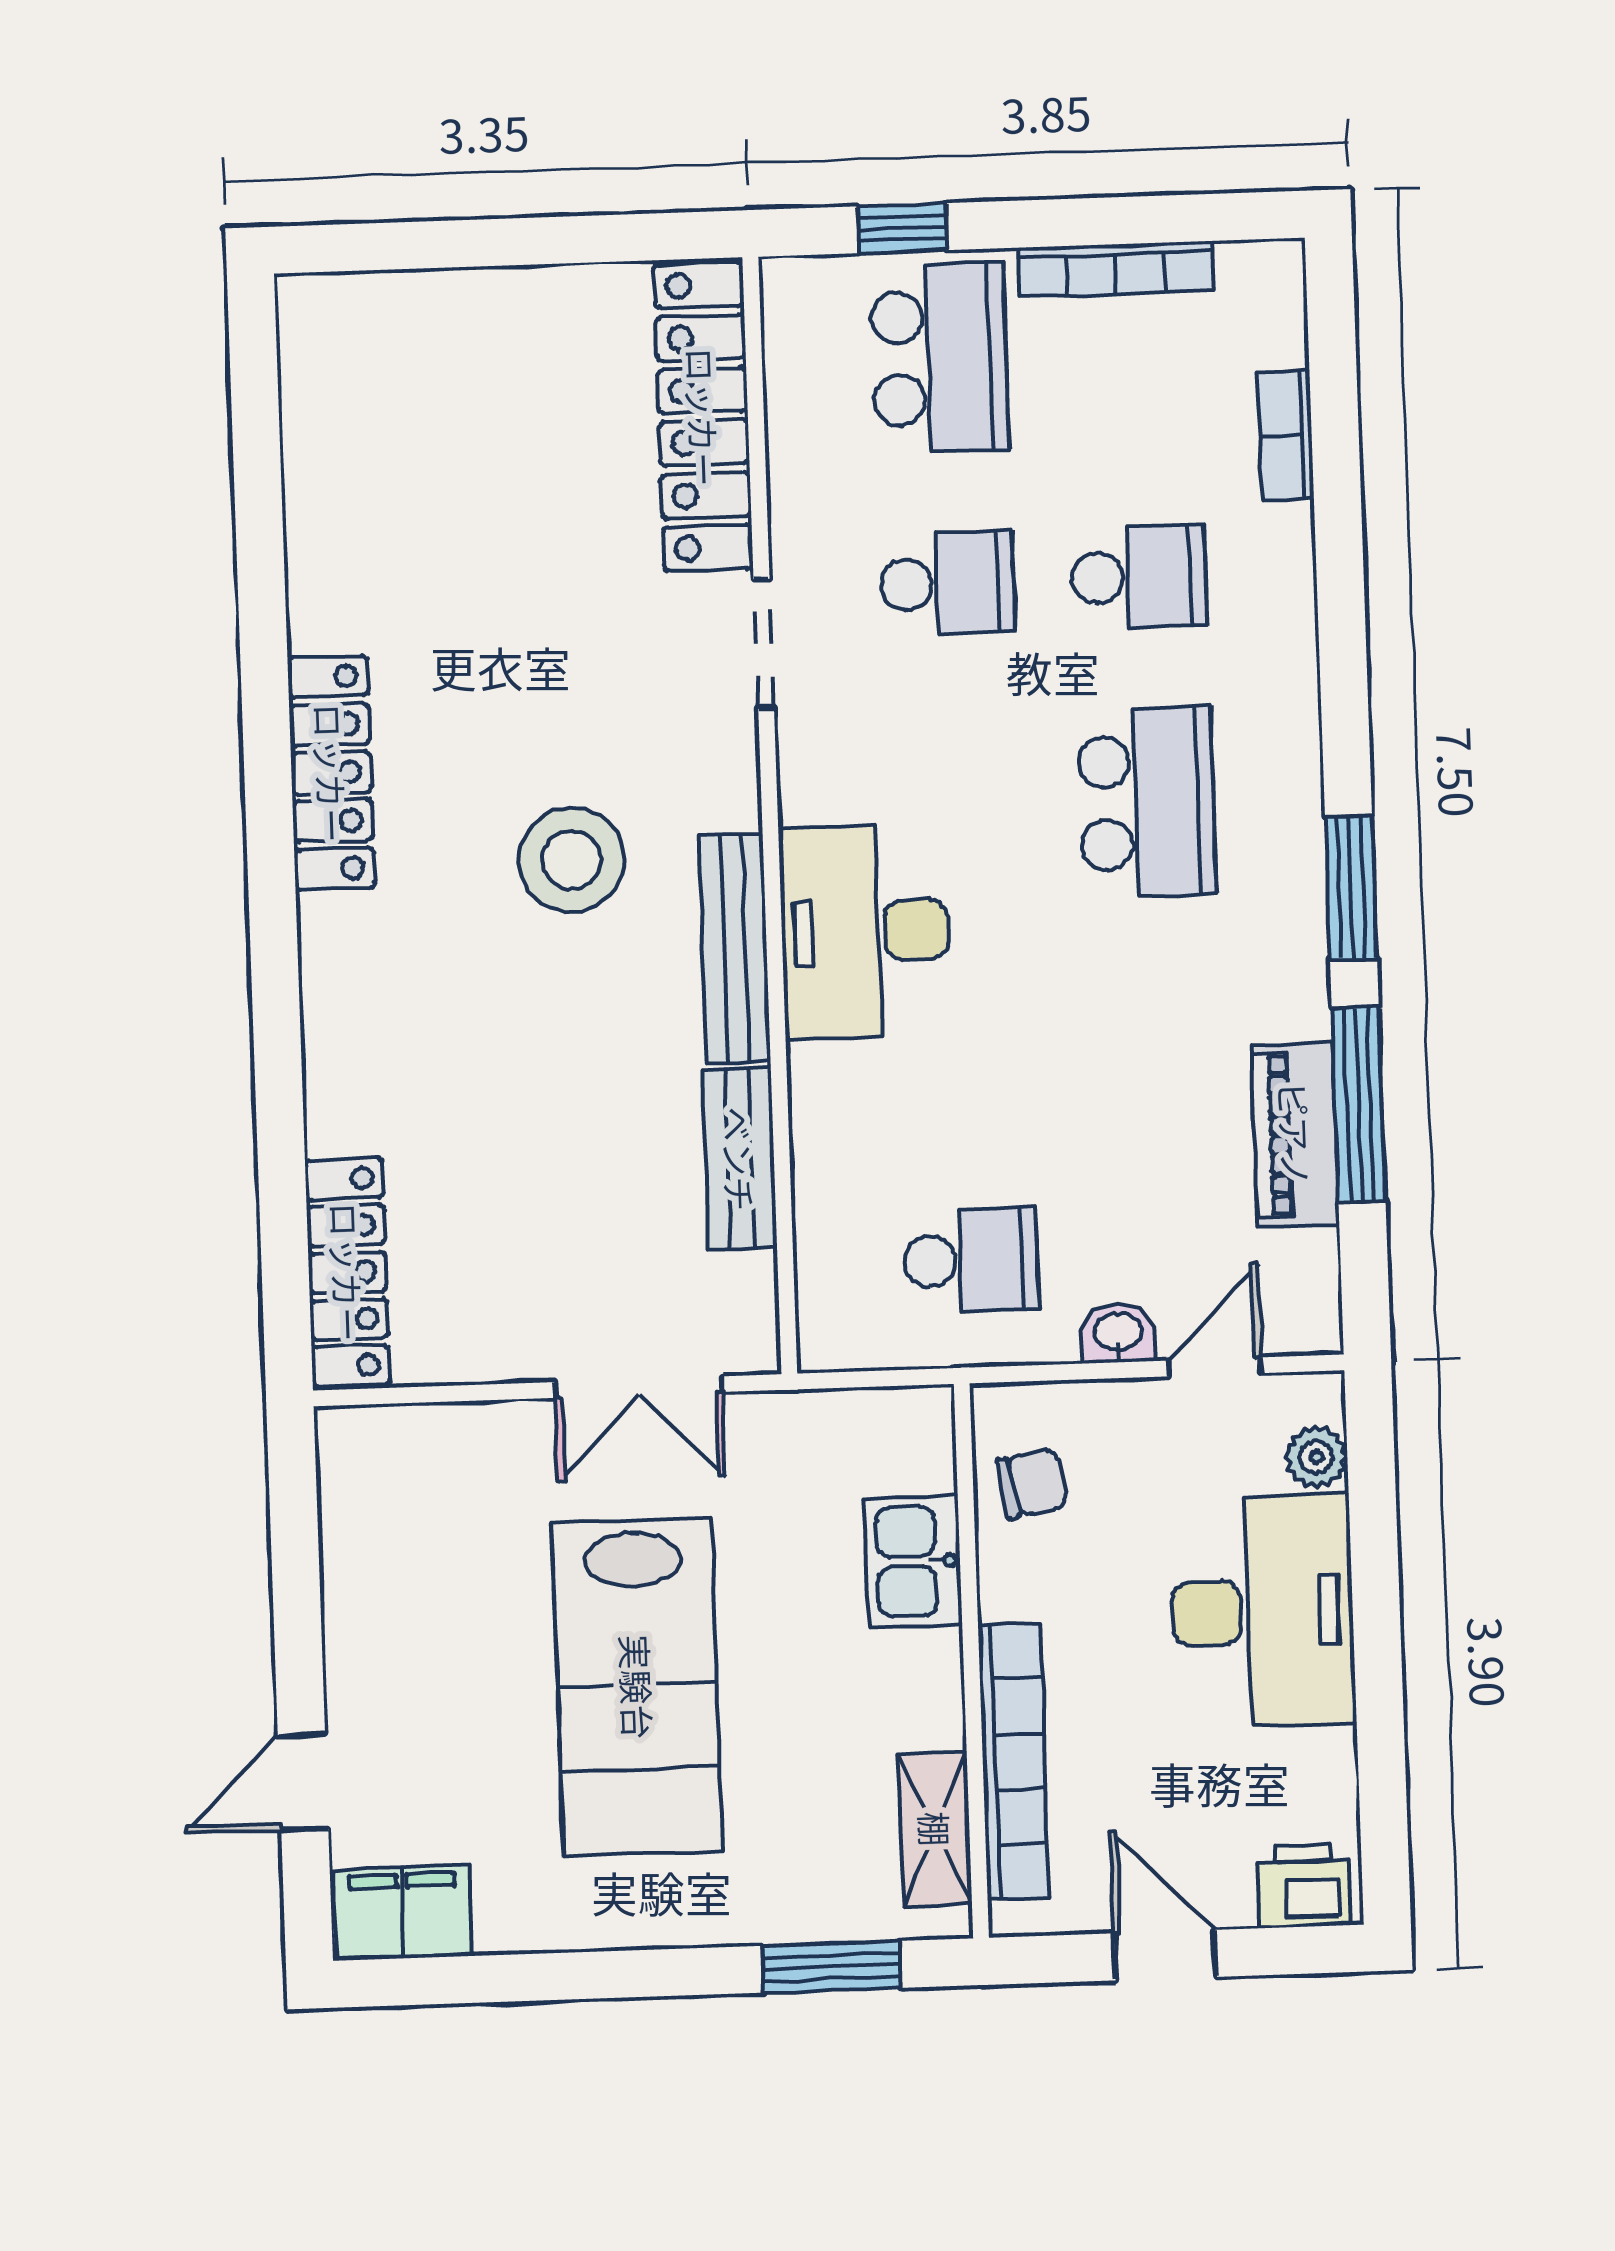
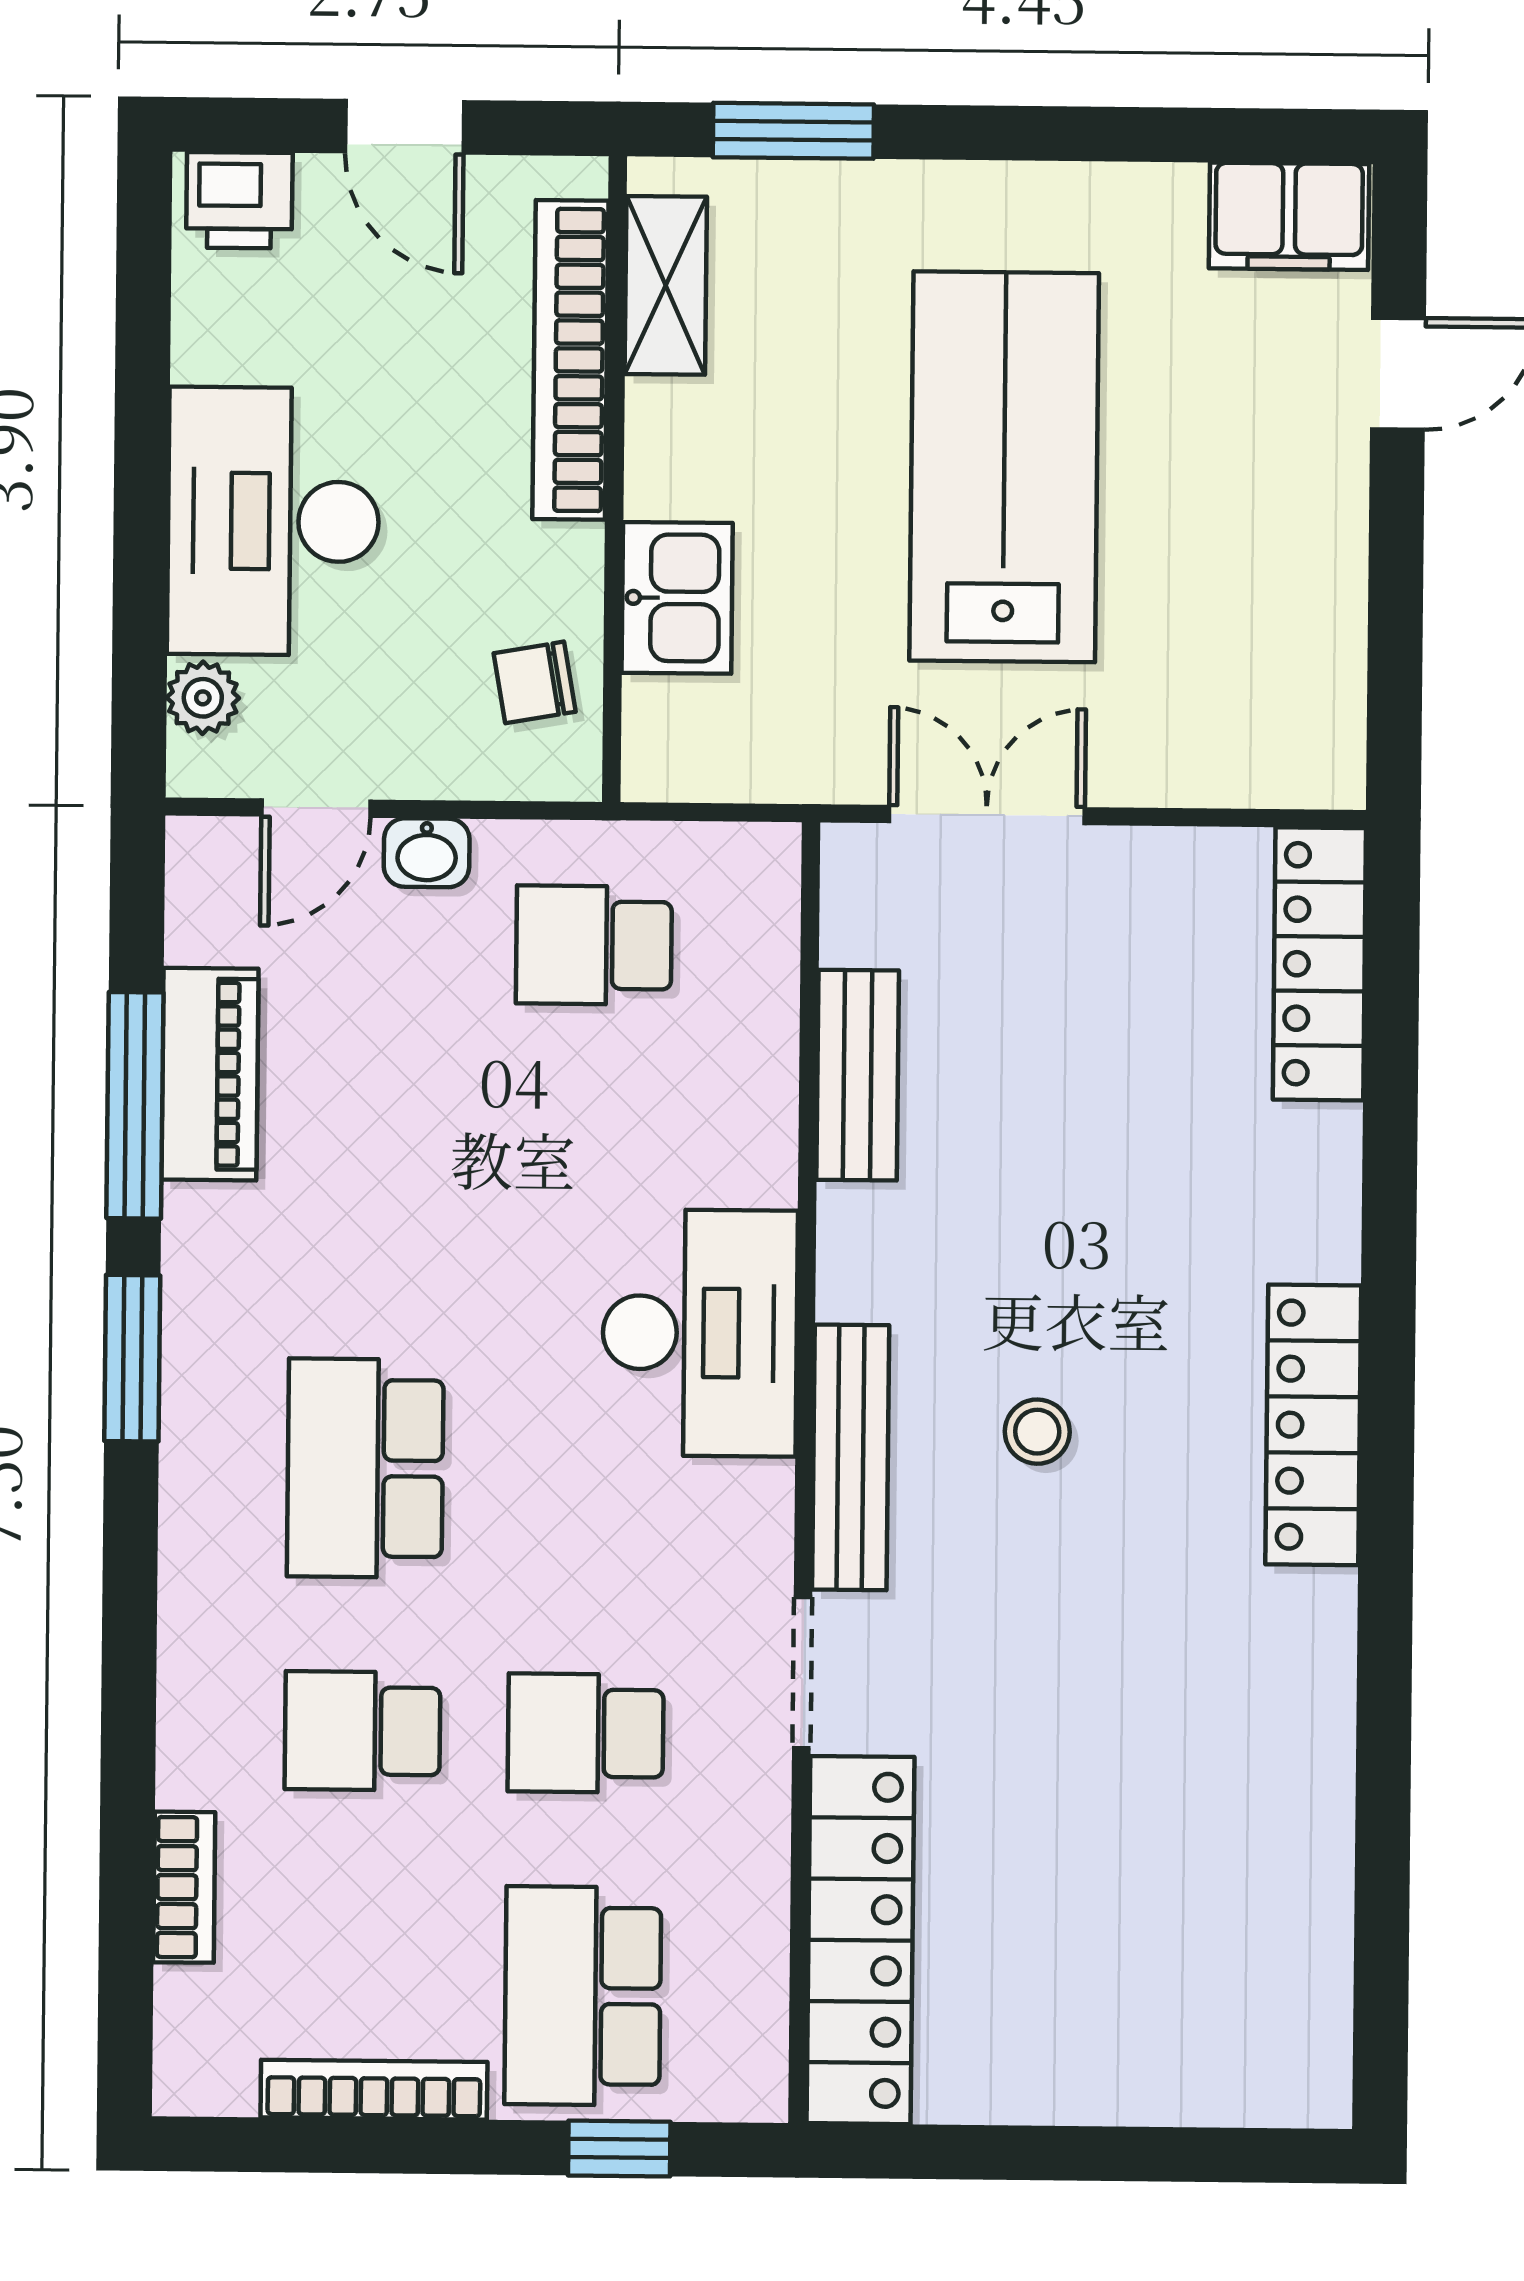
locker: (331, 773) -> (1313, 1425), moved
stool: (571, 860) -> (1037, 1432), width x0.53, depth x0.53
bench: (735, 948) -> (851, 1457), moved

